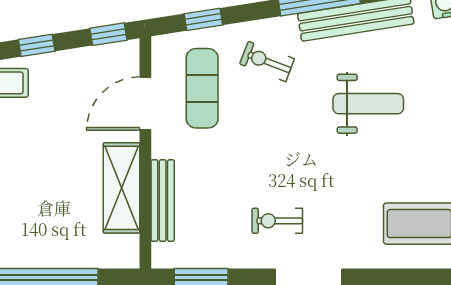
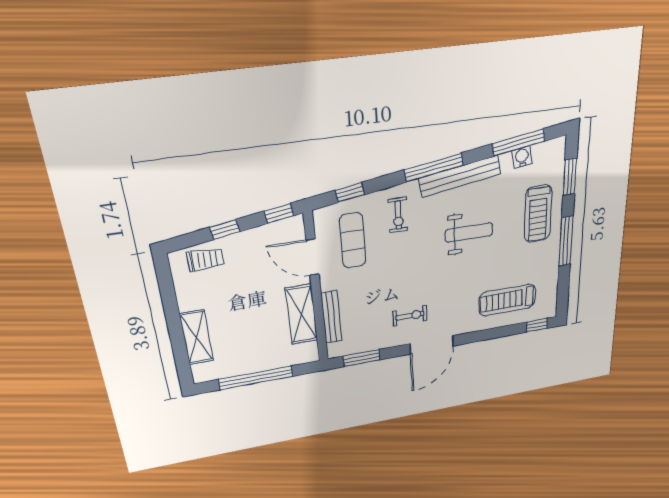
exercise bike: (267, 61) -> (398, 215), turned -111
door: (145, 104) -> (313, 257), hinge flipped
exercise bike: (277, 221) -> (410, 316), turned 180

